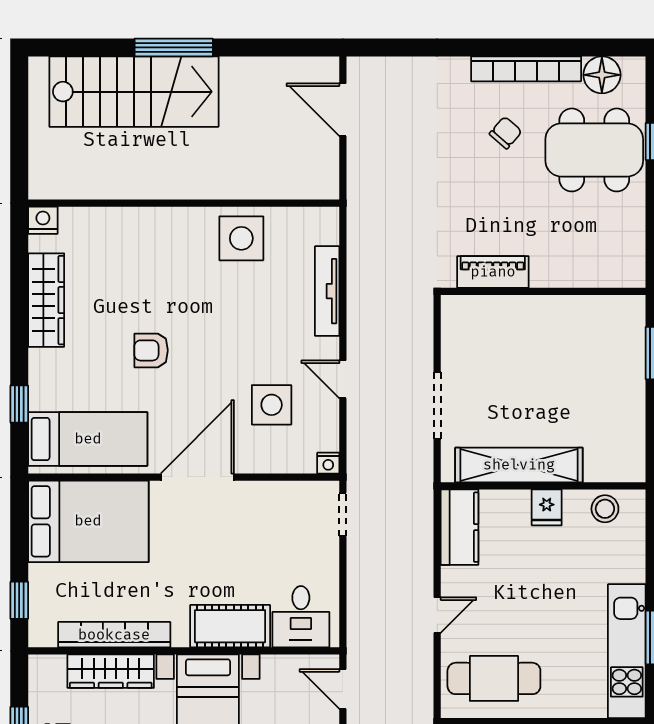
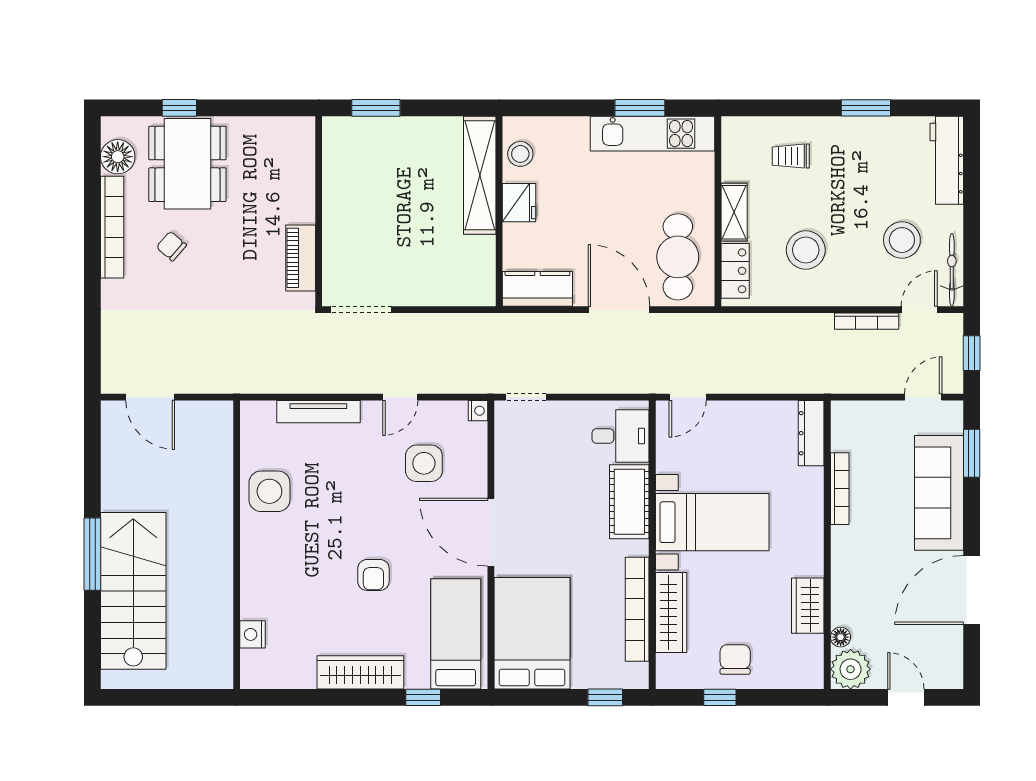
door: (343, 110) -> (150, 397), hinge flipped
nightstand: (43, 220) -> (253, 634), moved
wardrobe: (46, 300) -> (360, 672), moved
doorway: (437, 406) -> (361, 310), moved
shelving: (519, 465) -> (480, 175), moved
fridge: (547, 507) -> (519, 203), width x1.38
door: (437, 615) -> (619, 310), width x1.87

